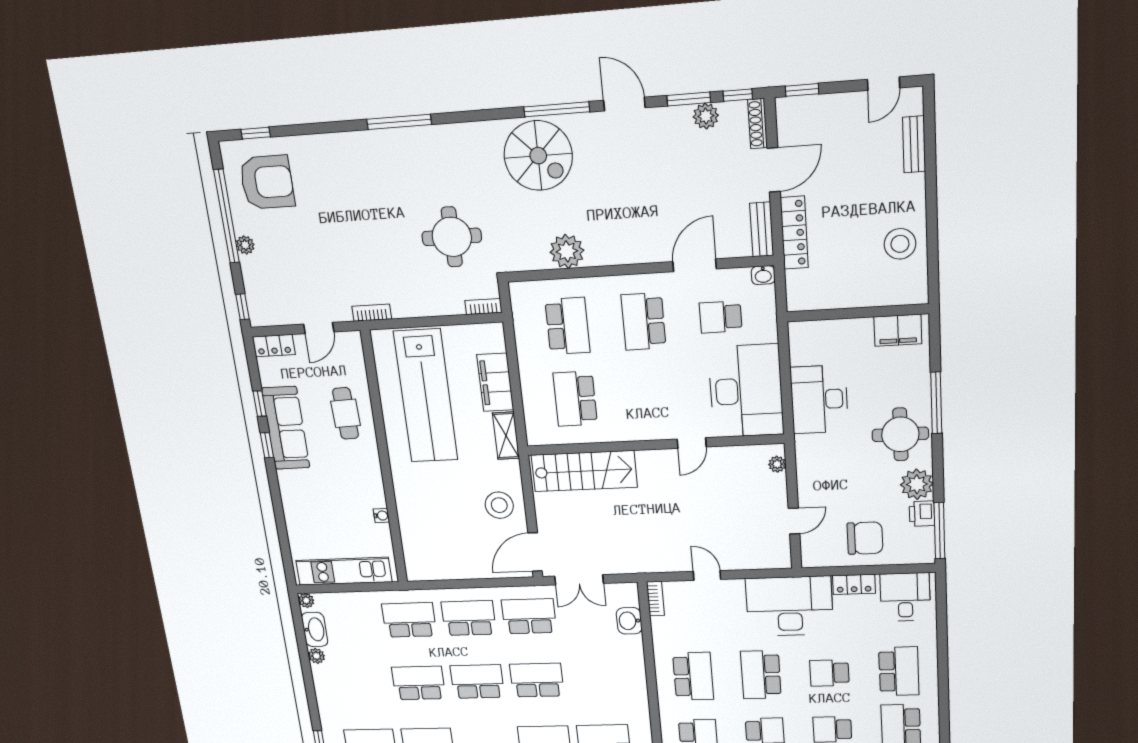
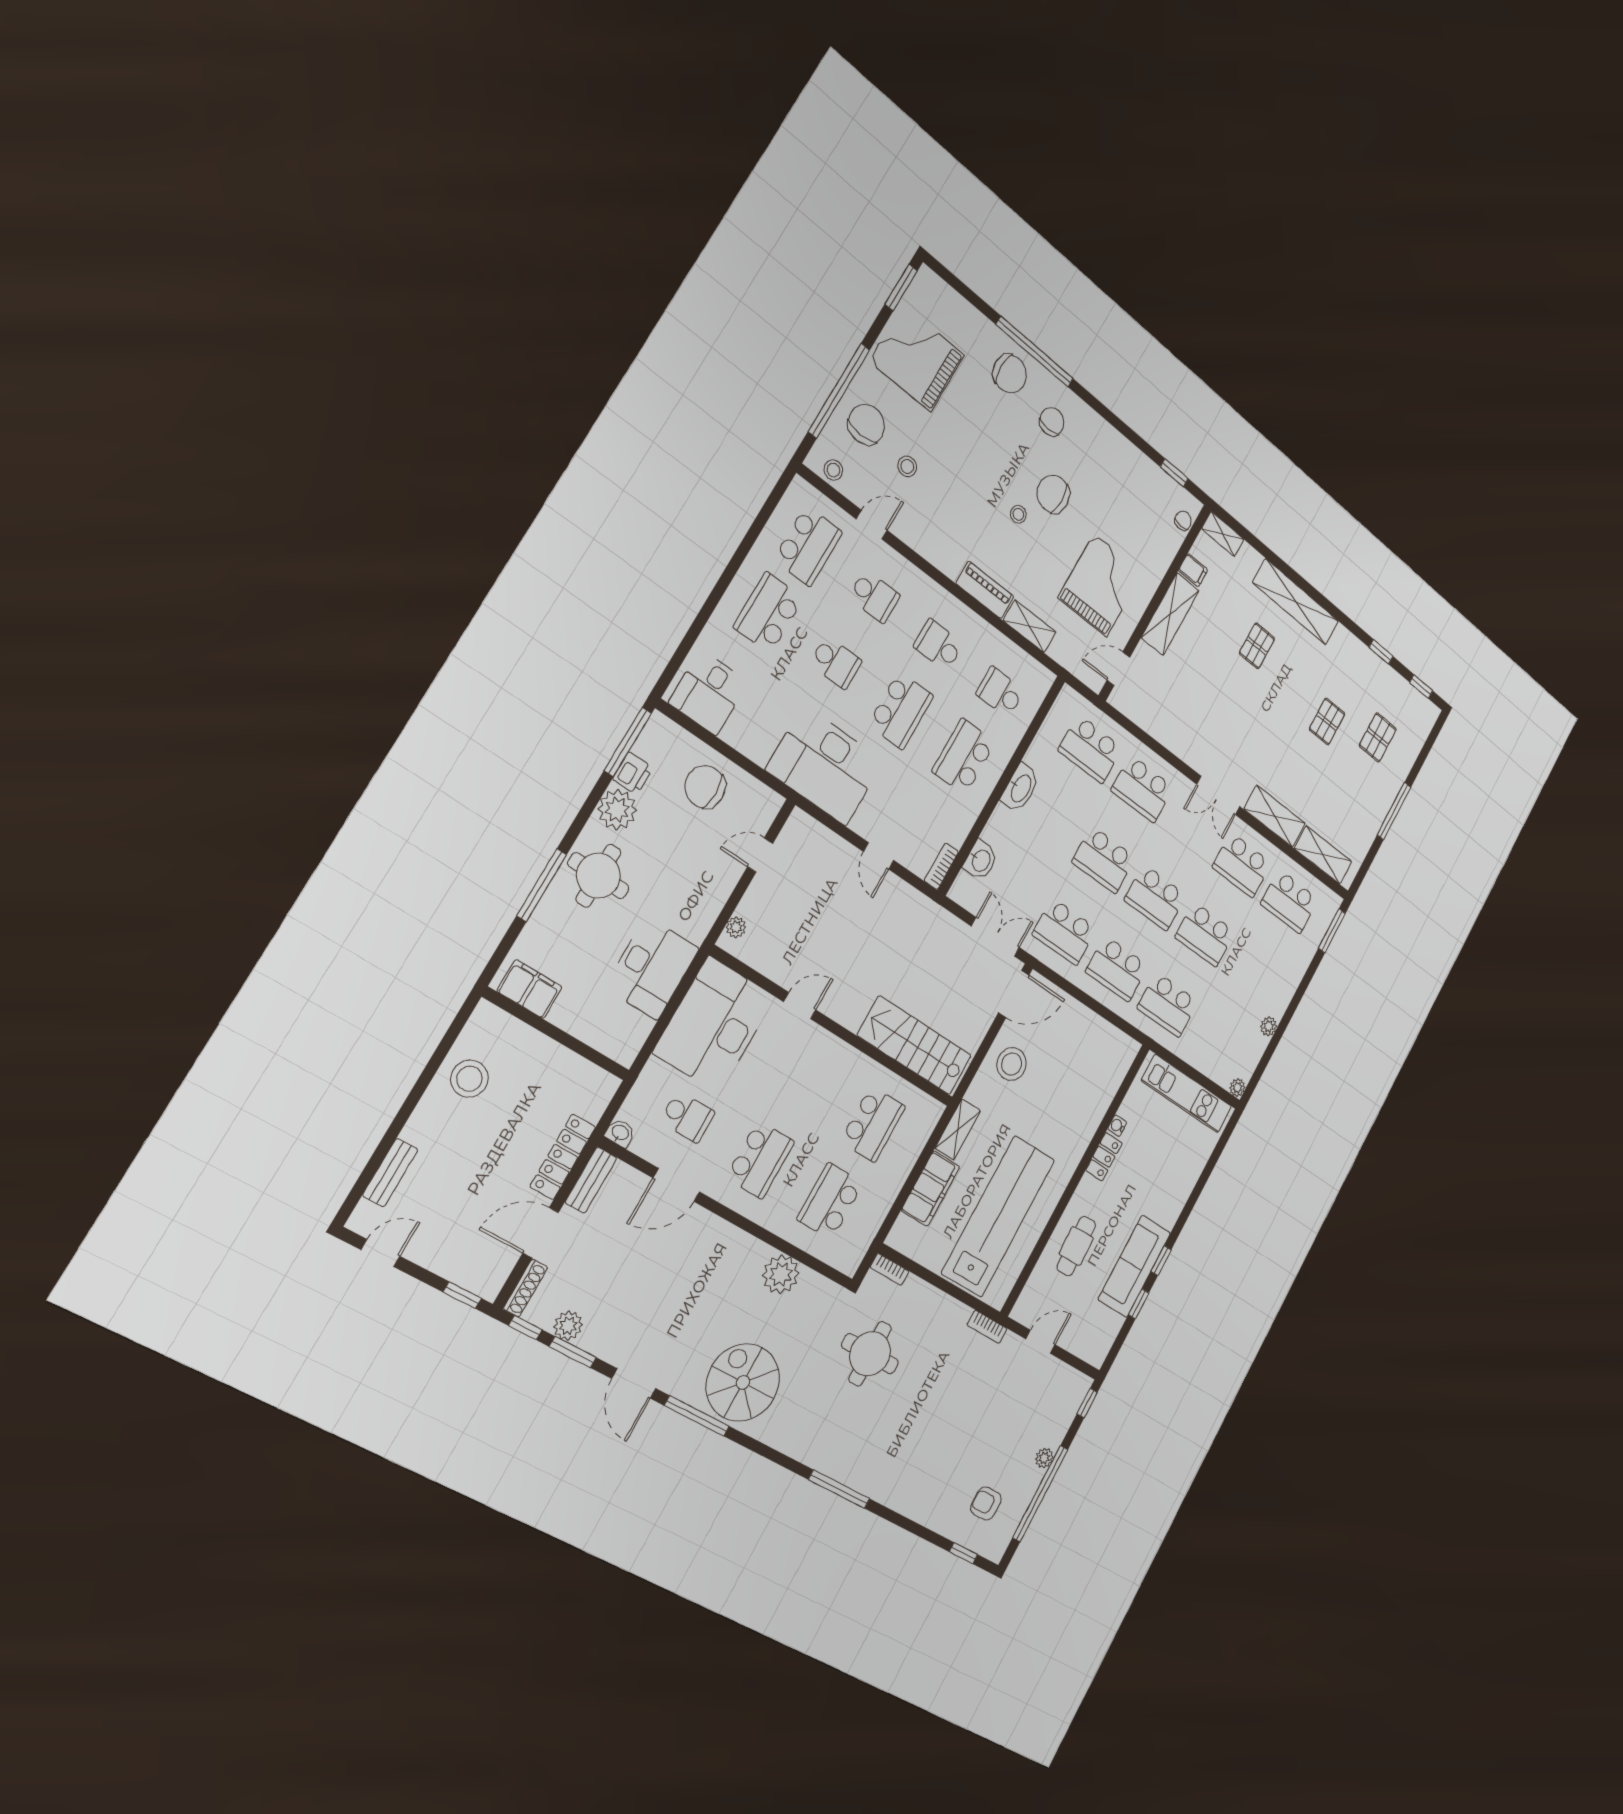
armchair: (267, 182) -> (986, 1503), width x0.53, depth x0.53
locker: (274, 346) -> (1104, 1157), moved, turned 90
locker: (854, 584) -> (749, 744), removed
washbasin: (315, 629) -> (1020, 788), moved, turned 180

